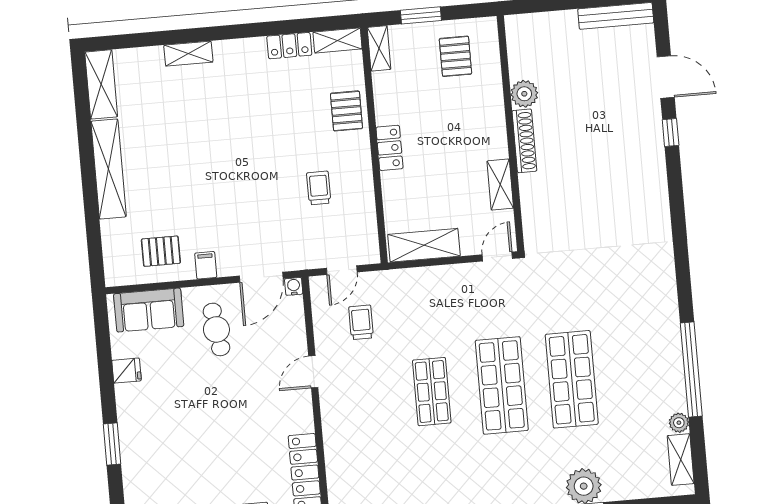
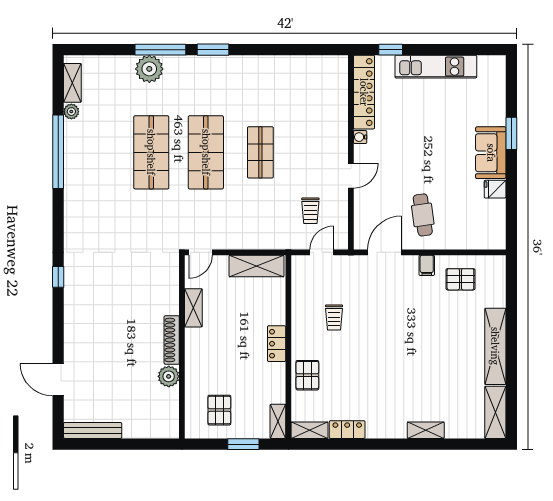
window: (671, 133) -> (58, 277), moved
water cooler: (294, 286) -> (360, 137), moved, turned 90
sofa: (149, 310) -> (491, 153), moved, turned -90

